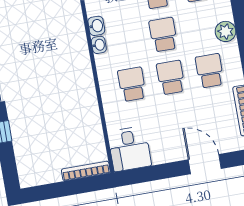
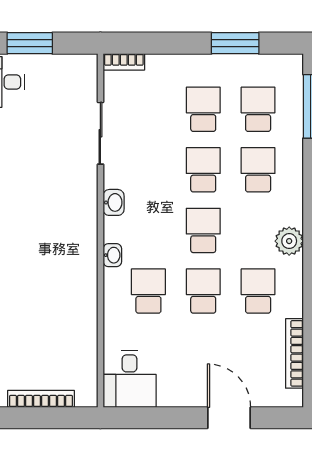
washbasin: (99, 45) -> (112, 255), moved
bookcase: (86, 171) -> (41, 399), moved

